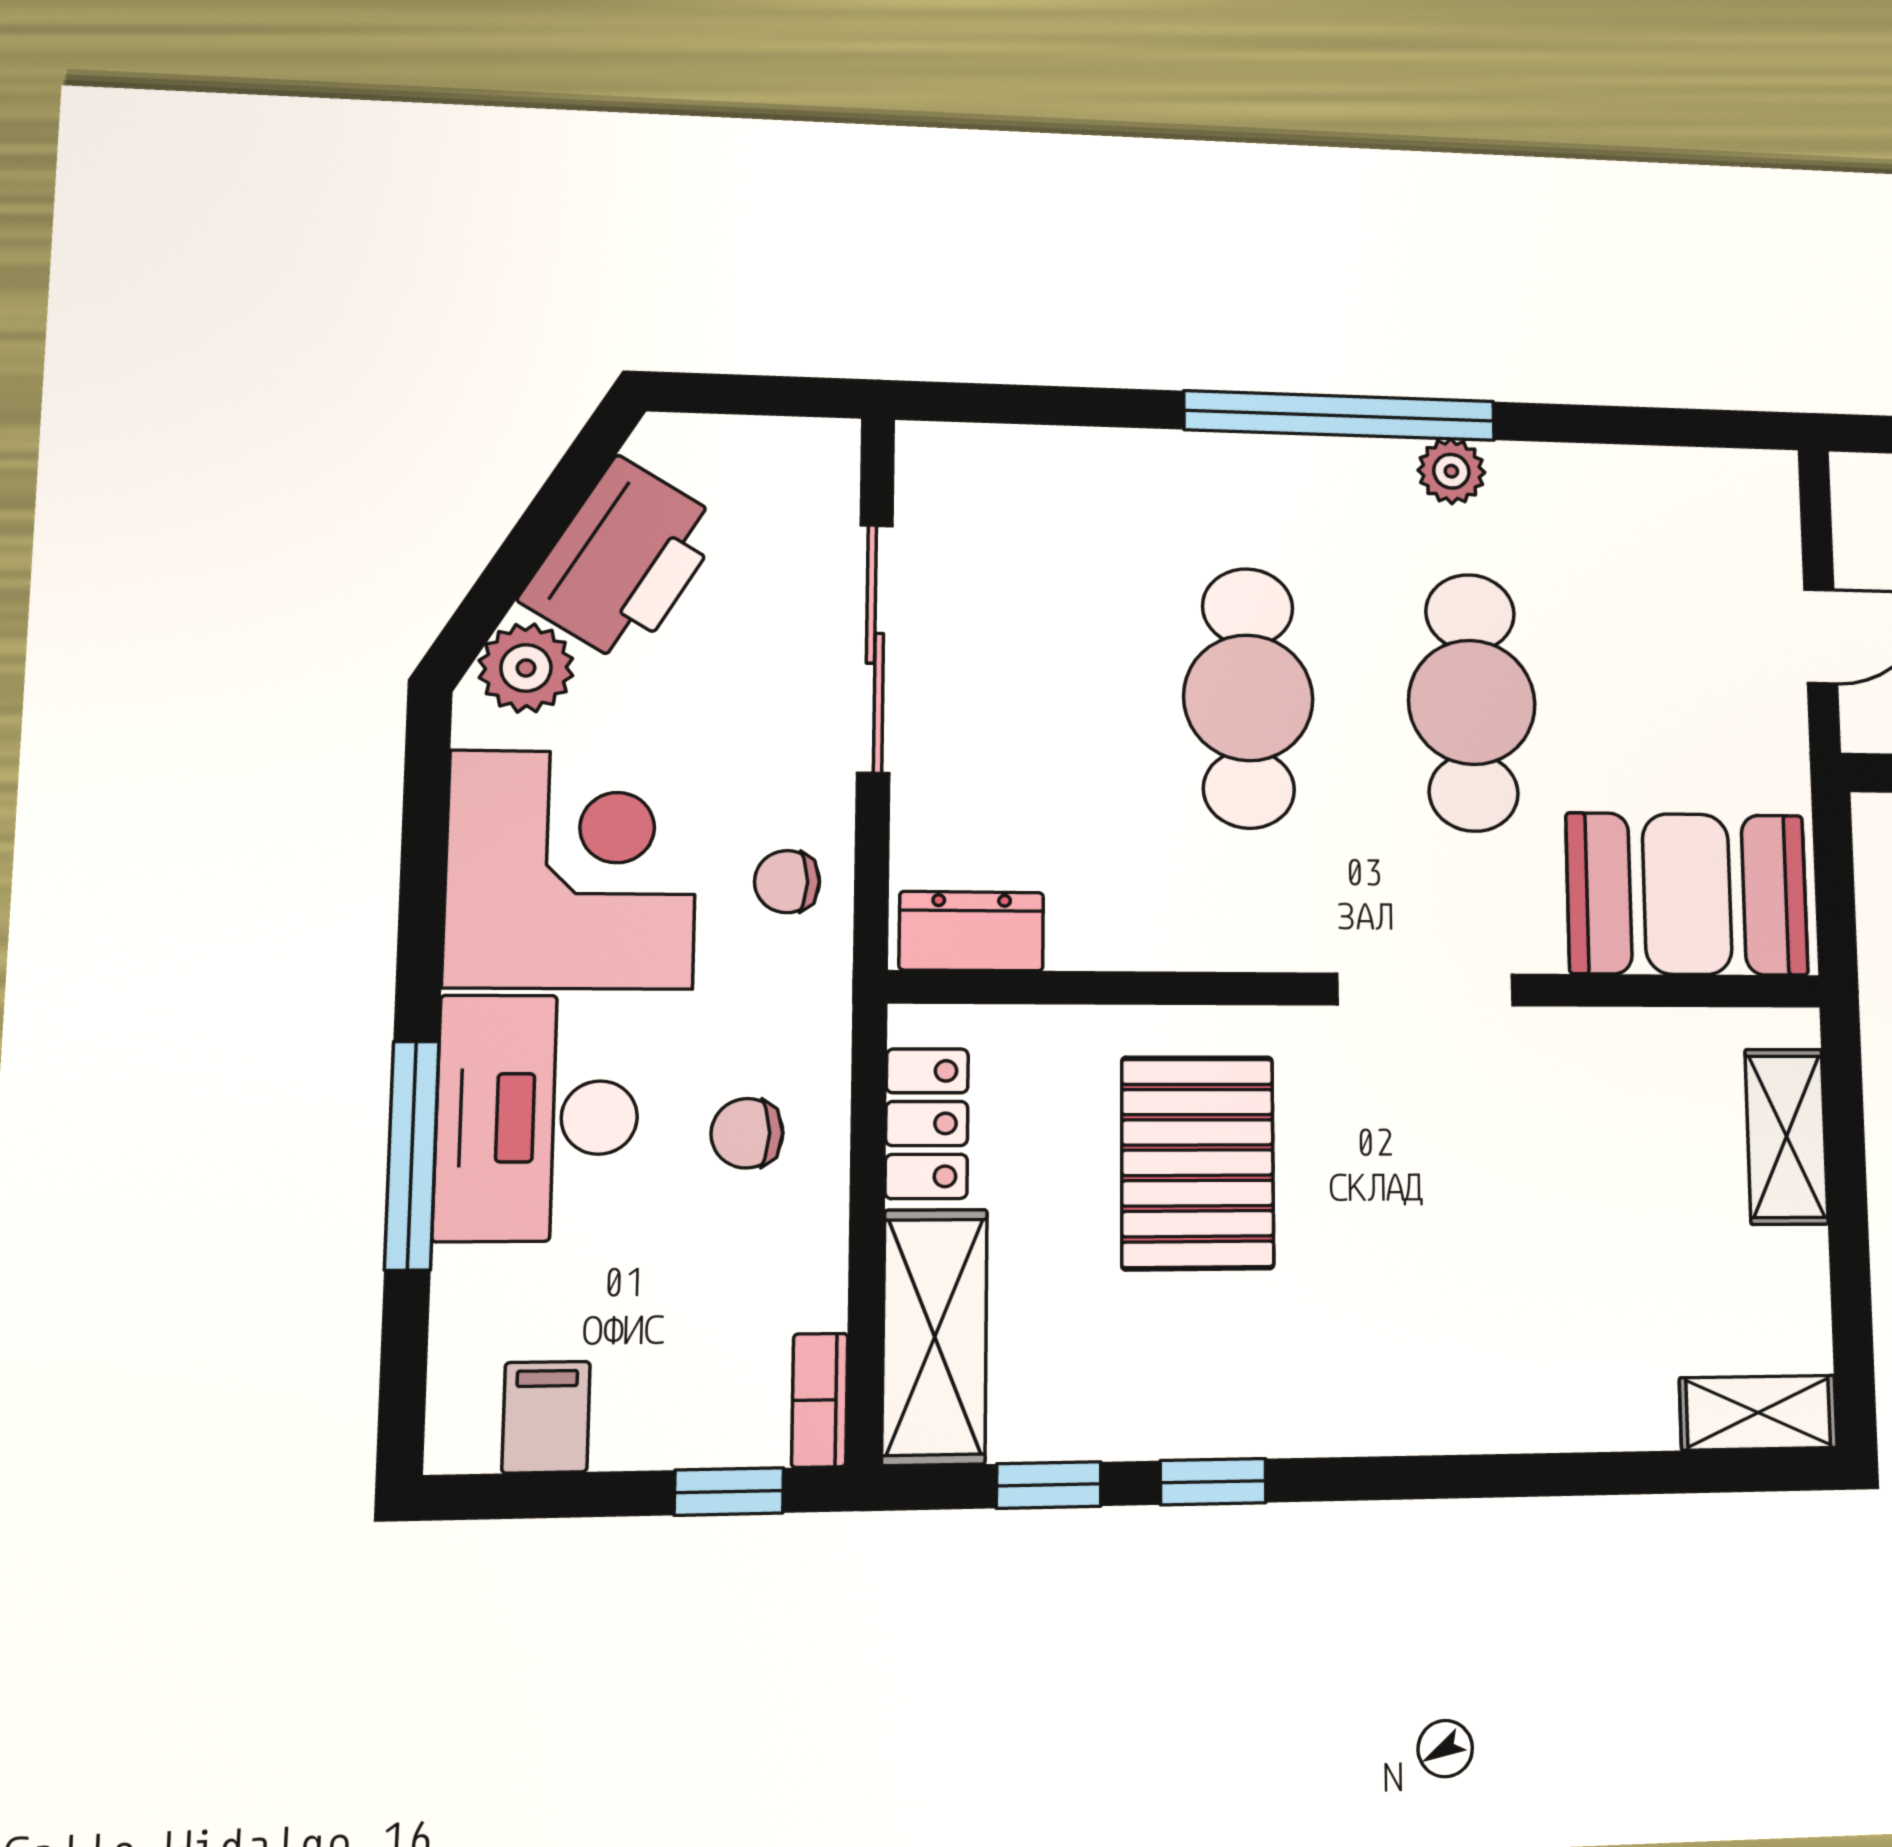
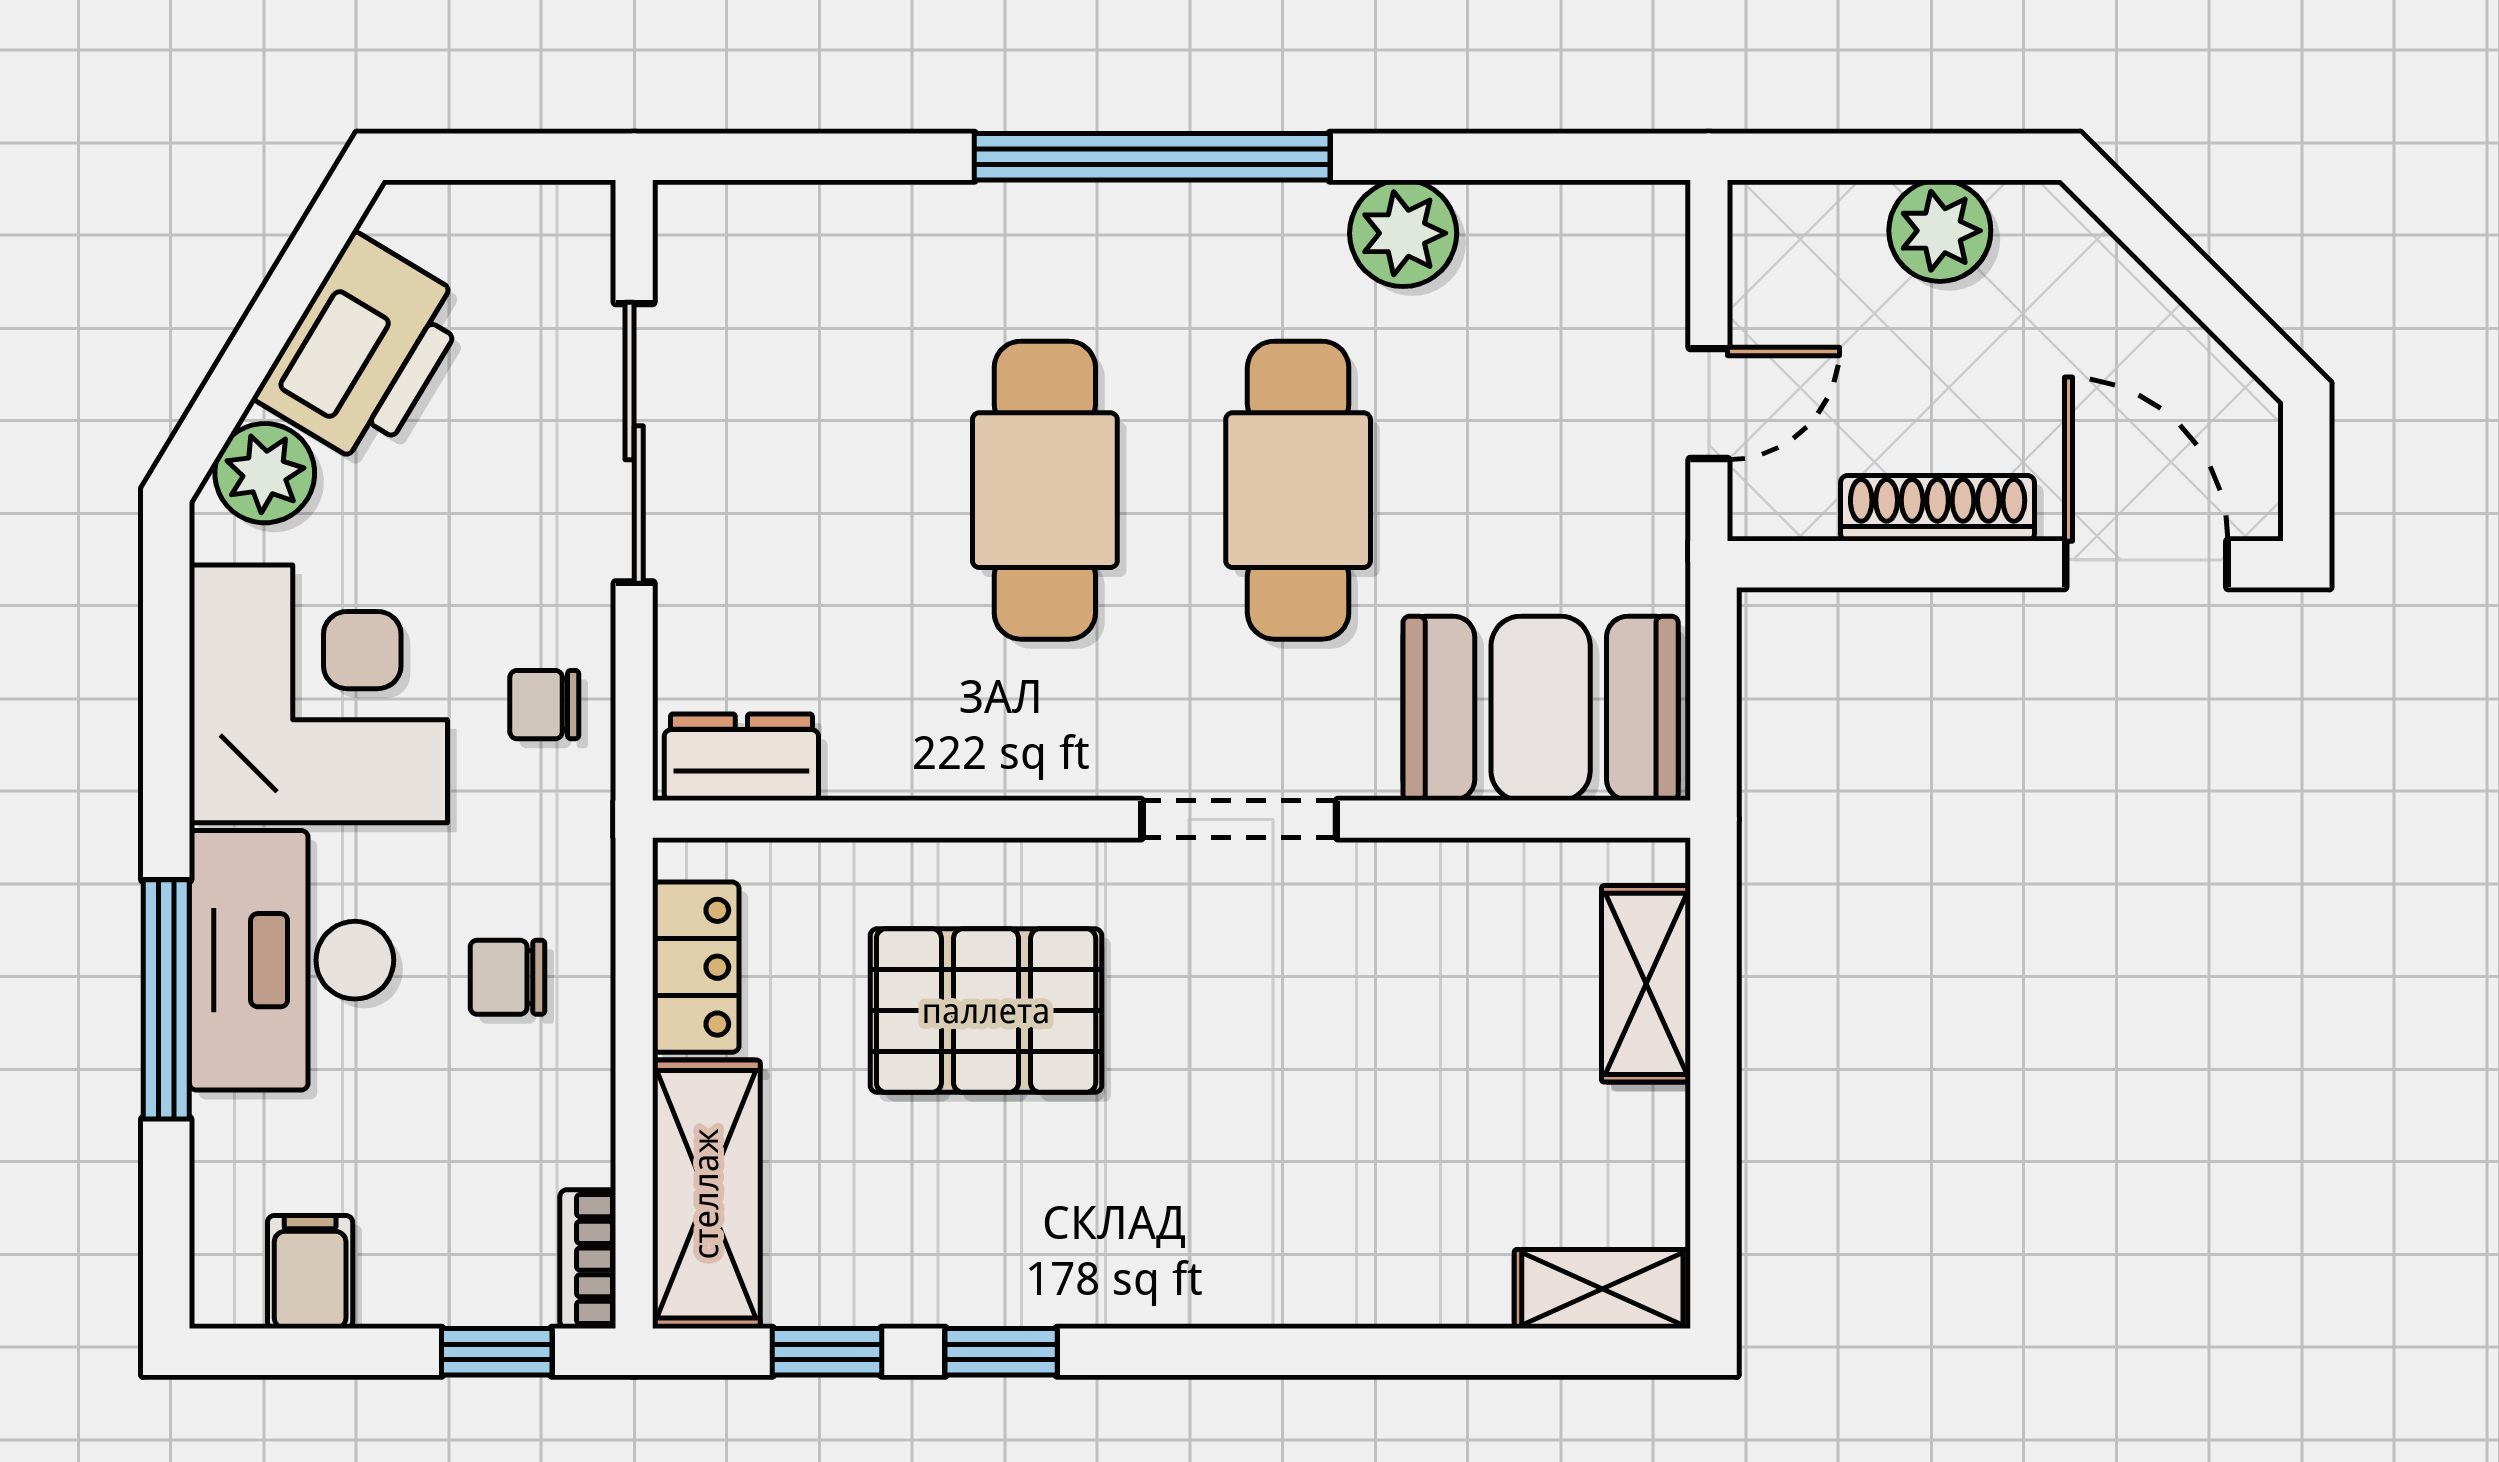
plant: (1451, 471) -> (1403, 233), moved, width x1.38, depth x1.38
pallet: (1198, 1163) -> (986, 1011), turned 90

